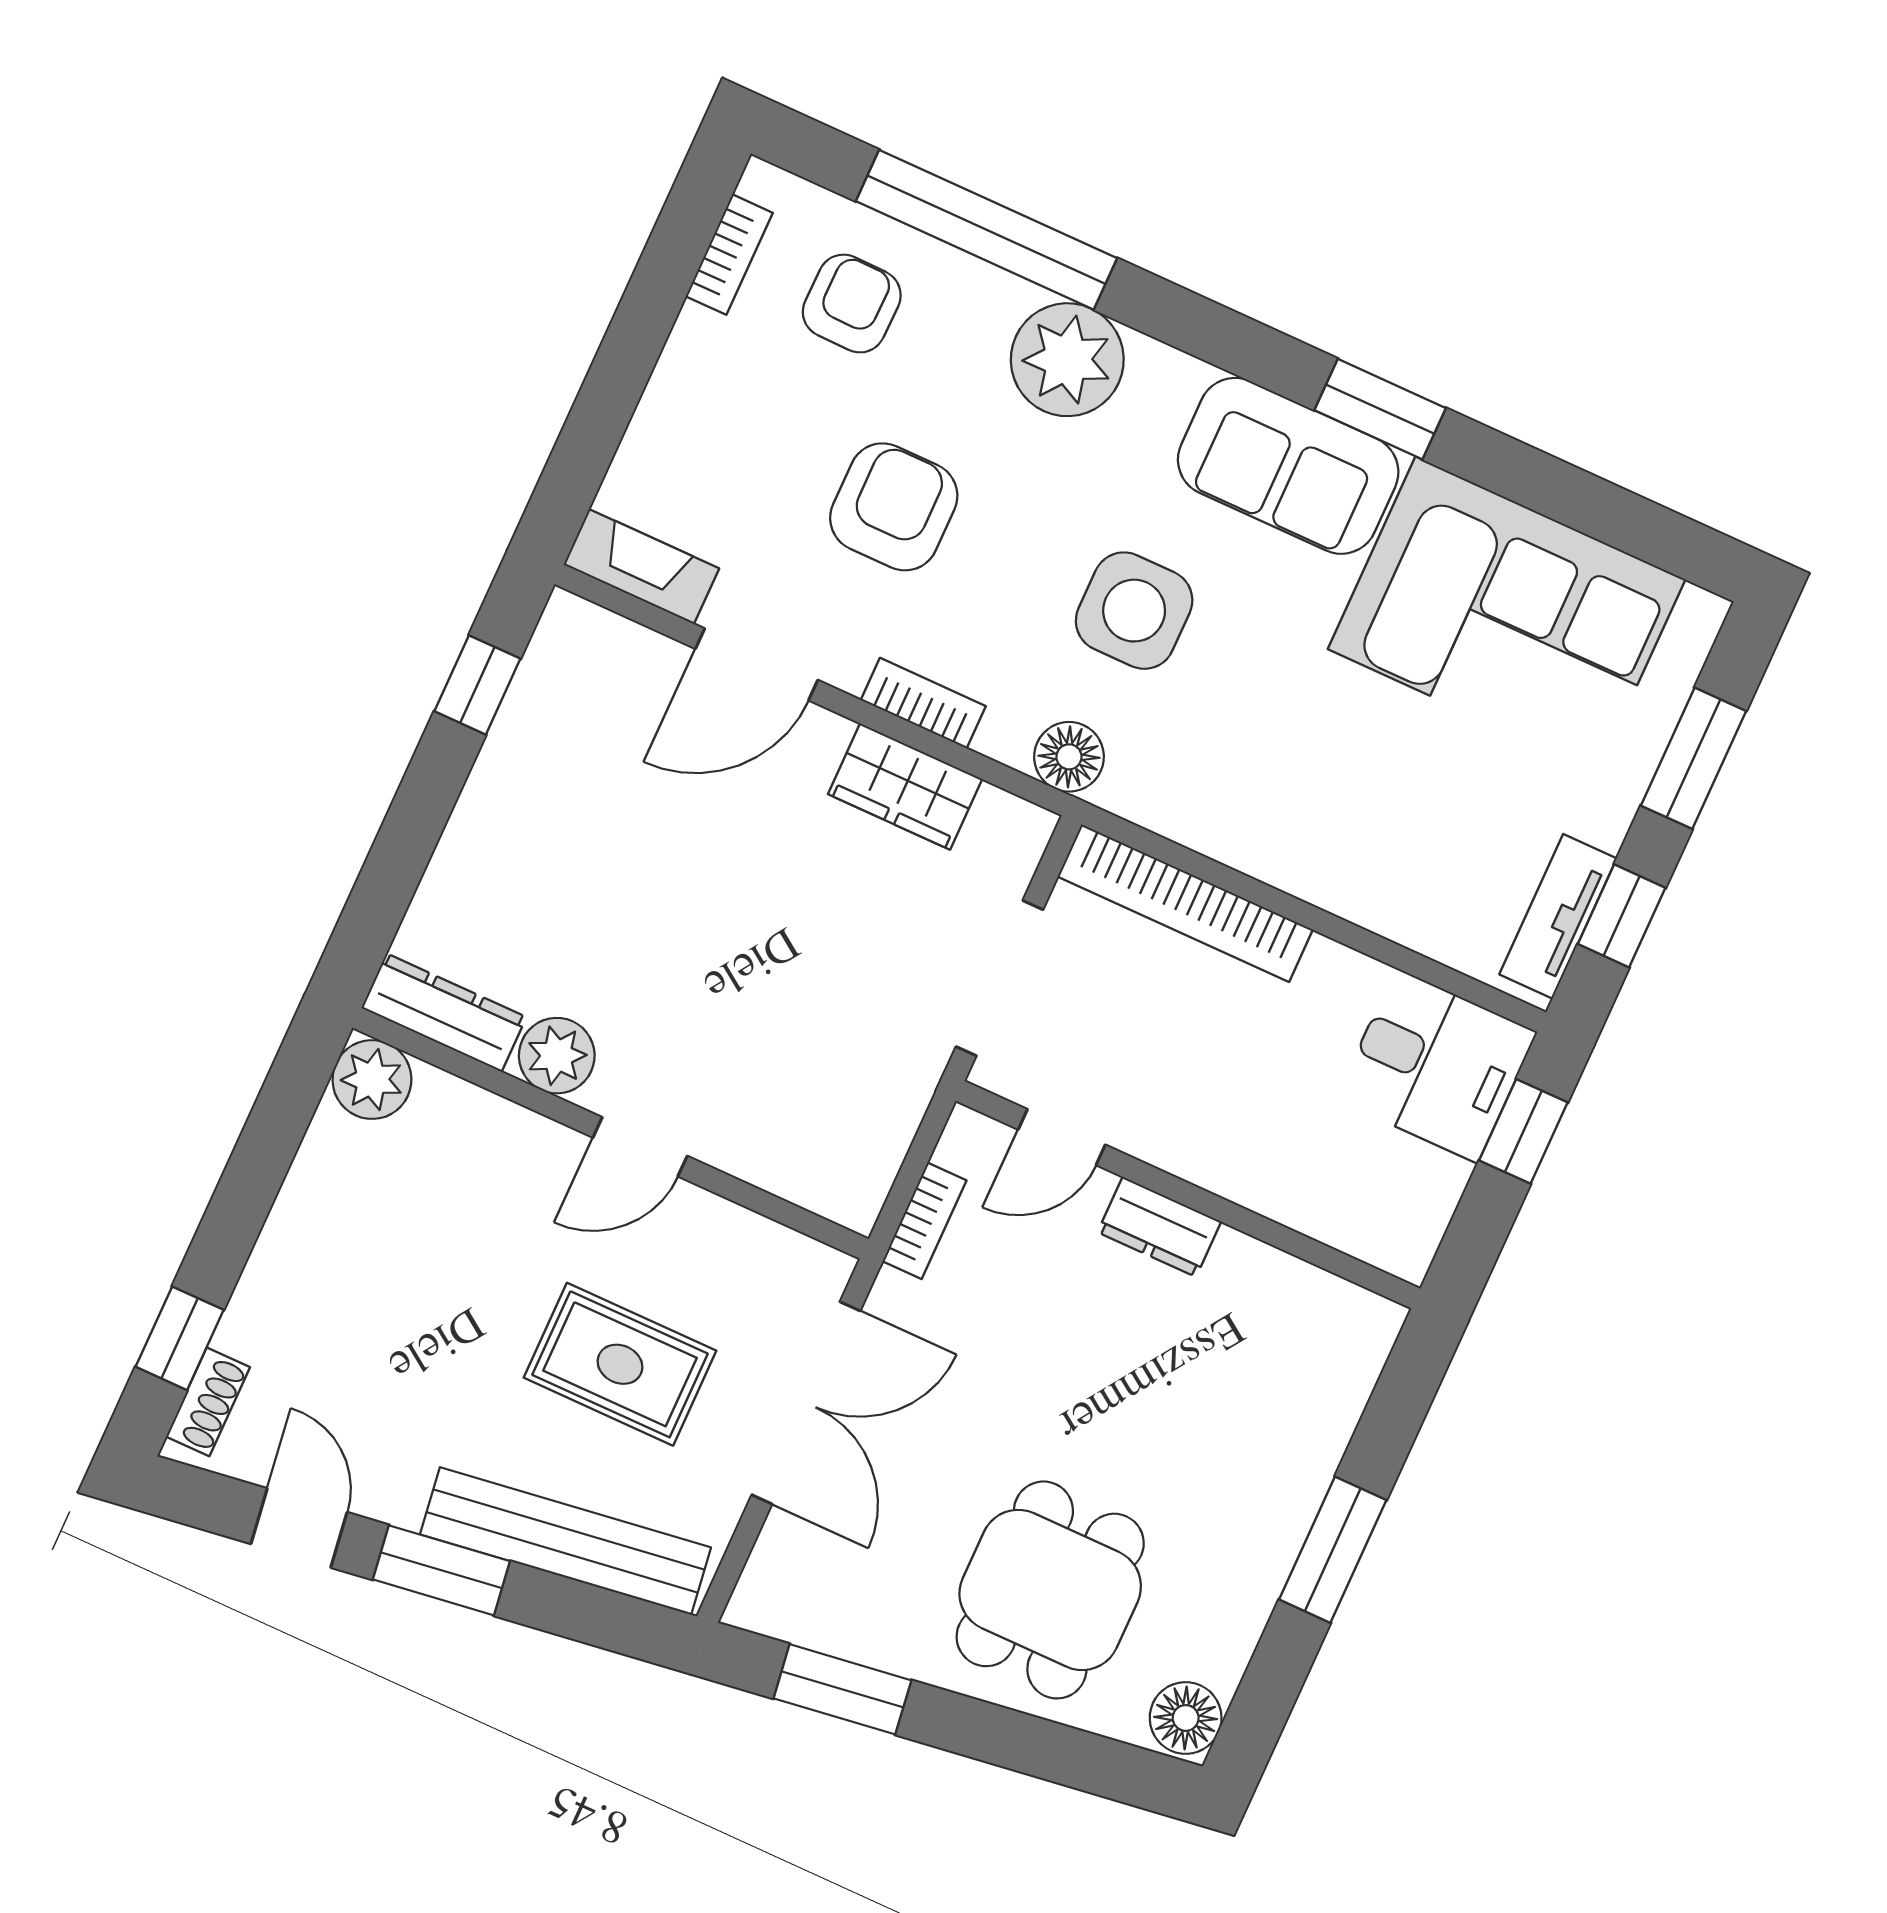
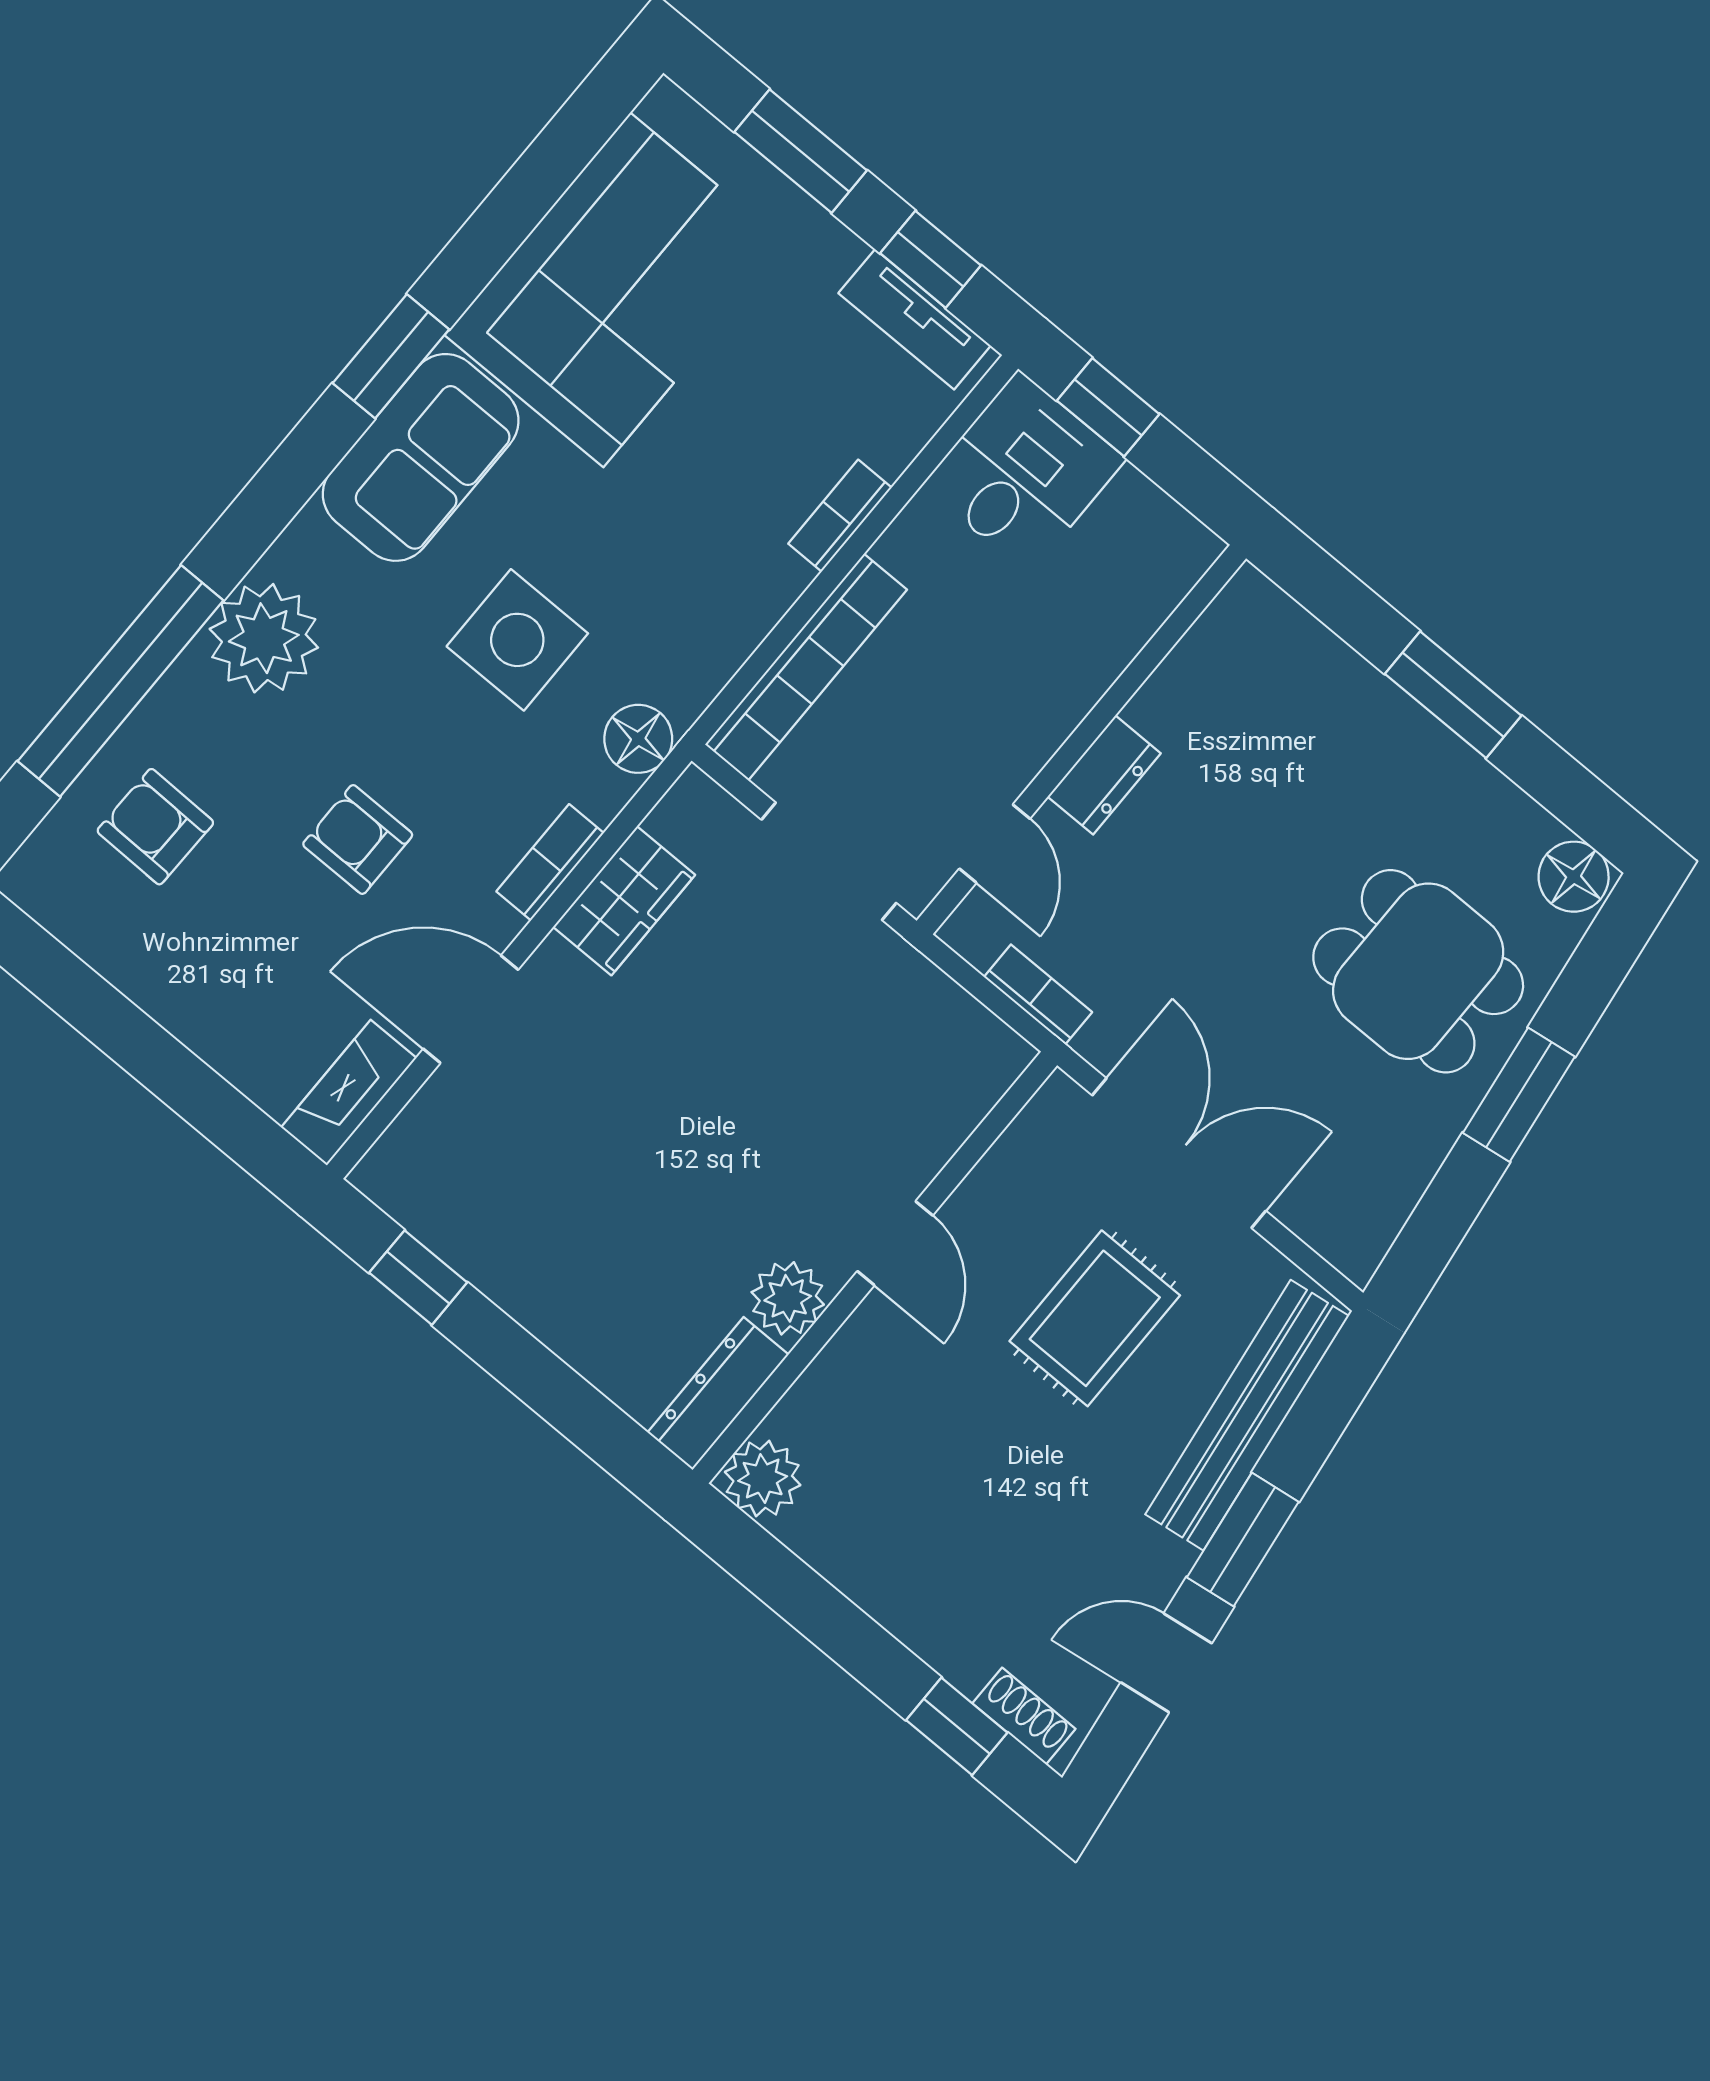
bookcase: (729, 255) -> (840, 516), moved, turned -90
armchair: (894, 507) -> (358, 840), width x0.72, depth x0.72
door: (757, 664) -> (471, 1009), swing flipped
window: (842, 1689) -> (1519, 1095), moved

